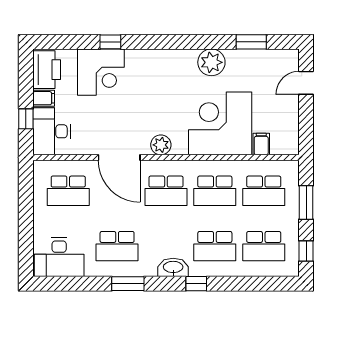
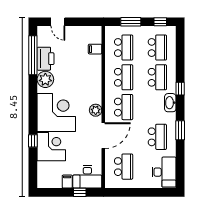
window: (251, 42) -> (33, 55), width x2.11
printer: (47, 70) -> (45, 59), moved, turned 90
corner desk: (220, 123) -> (56, 112), moved, turned 180

